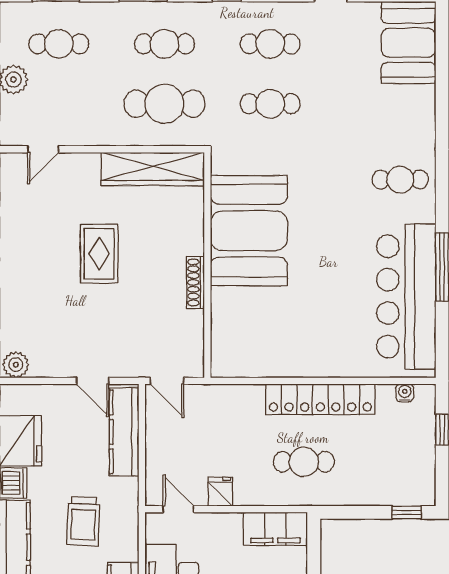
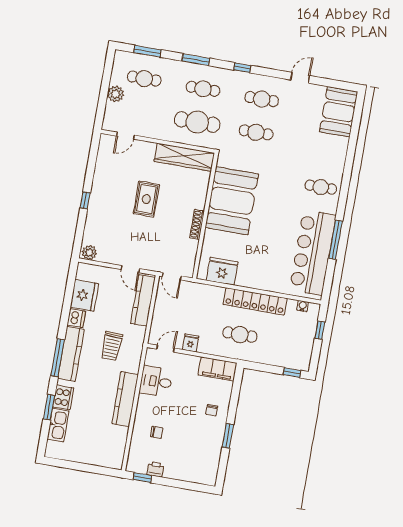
fridge: (254, 357) -> (222, 271), added
door: (178, 509) -> (166, 349), hinge flipped

